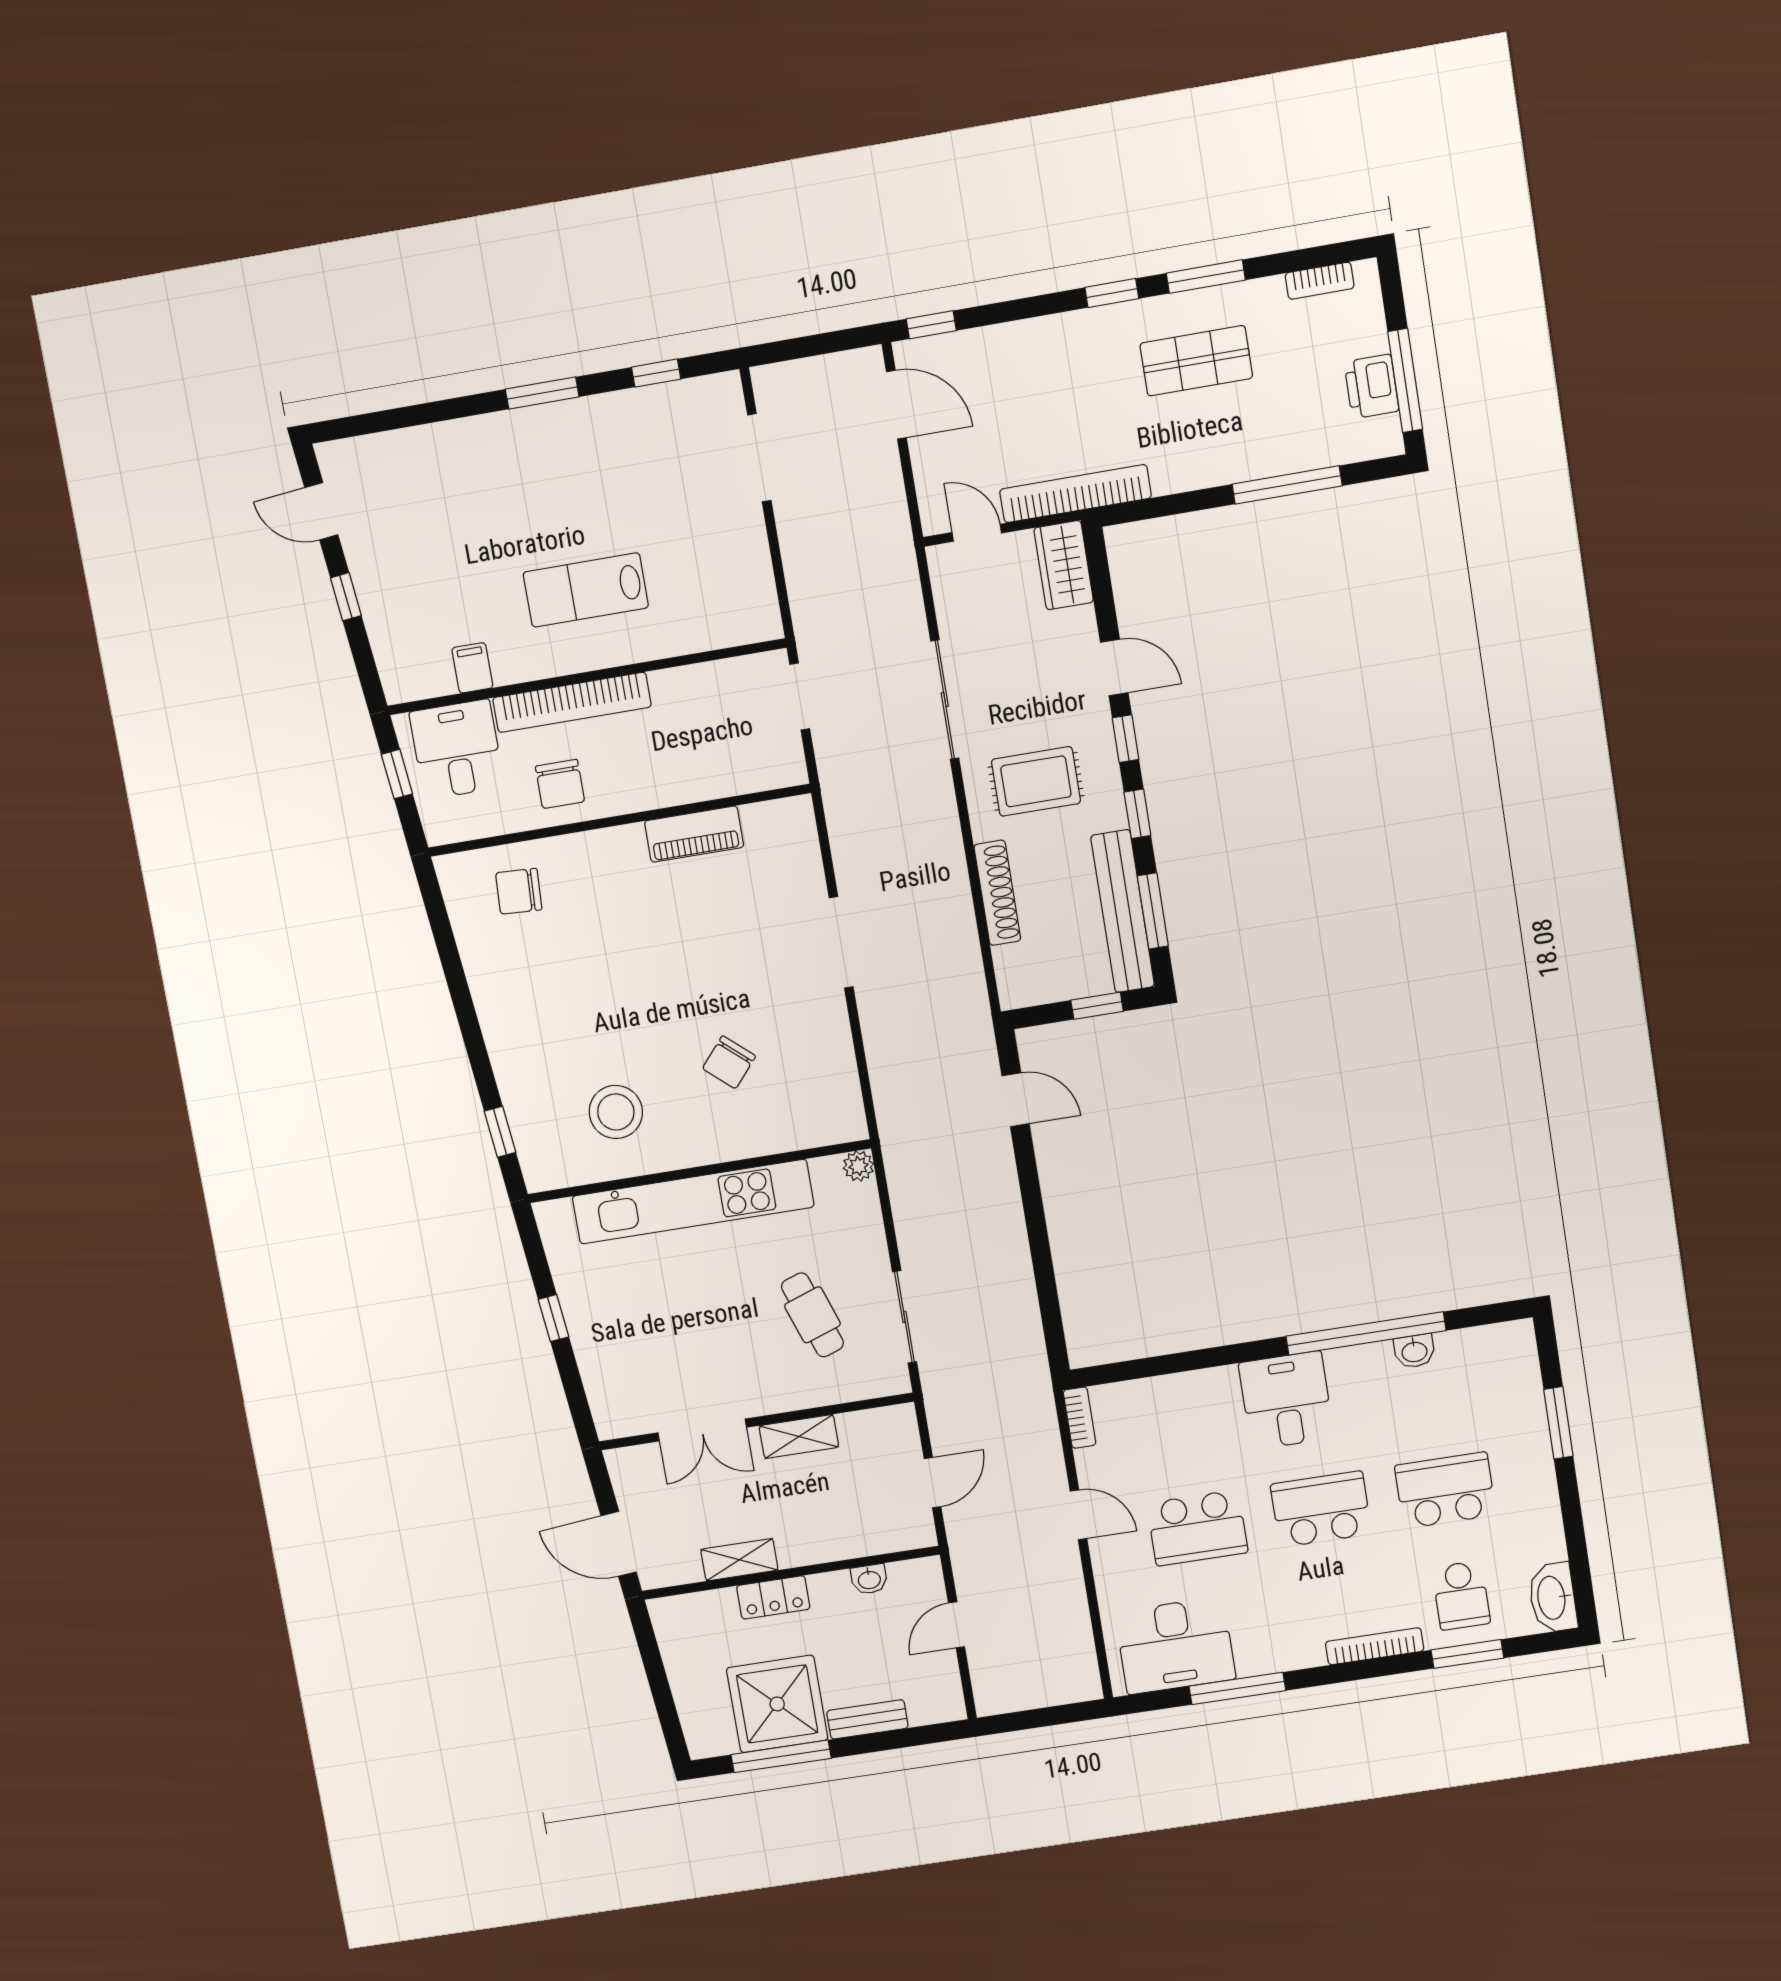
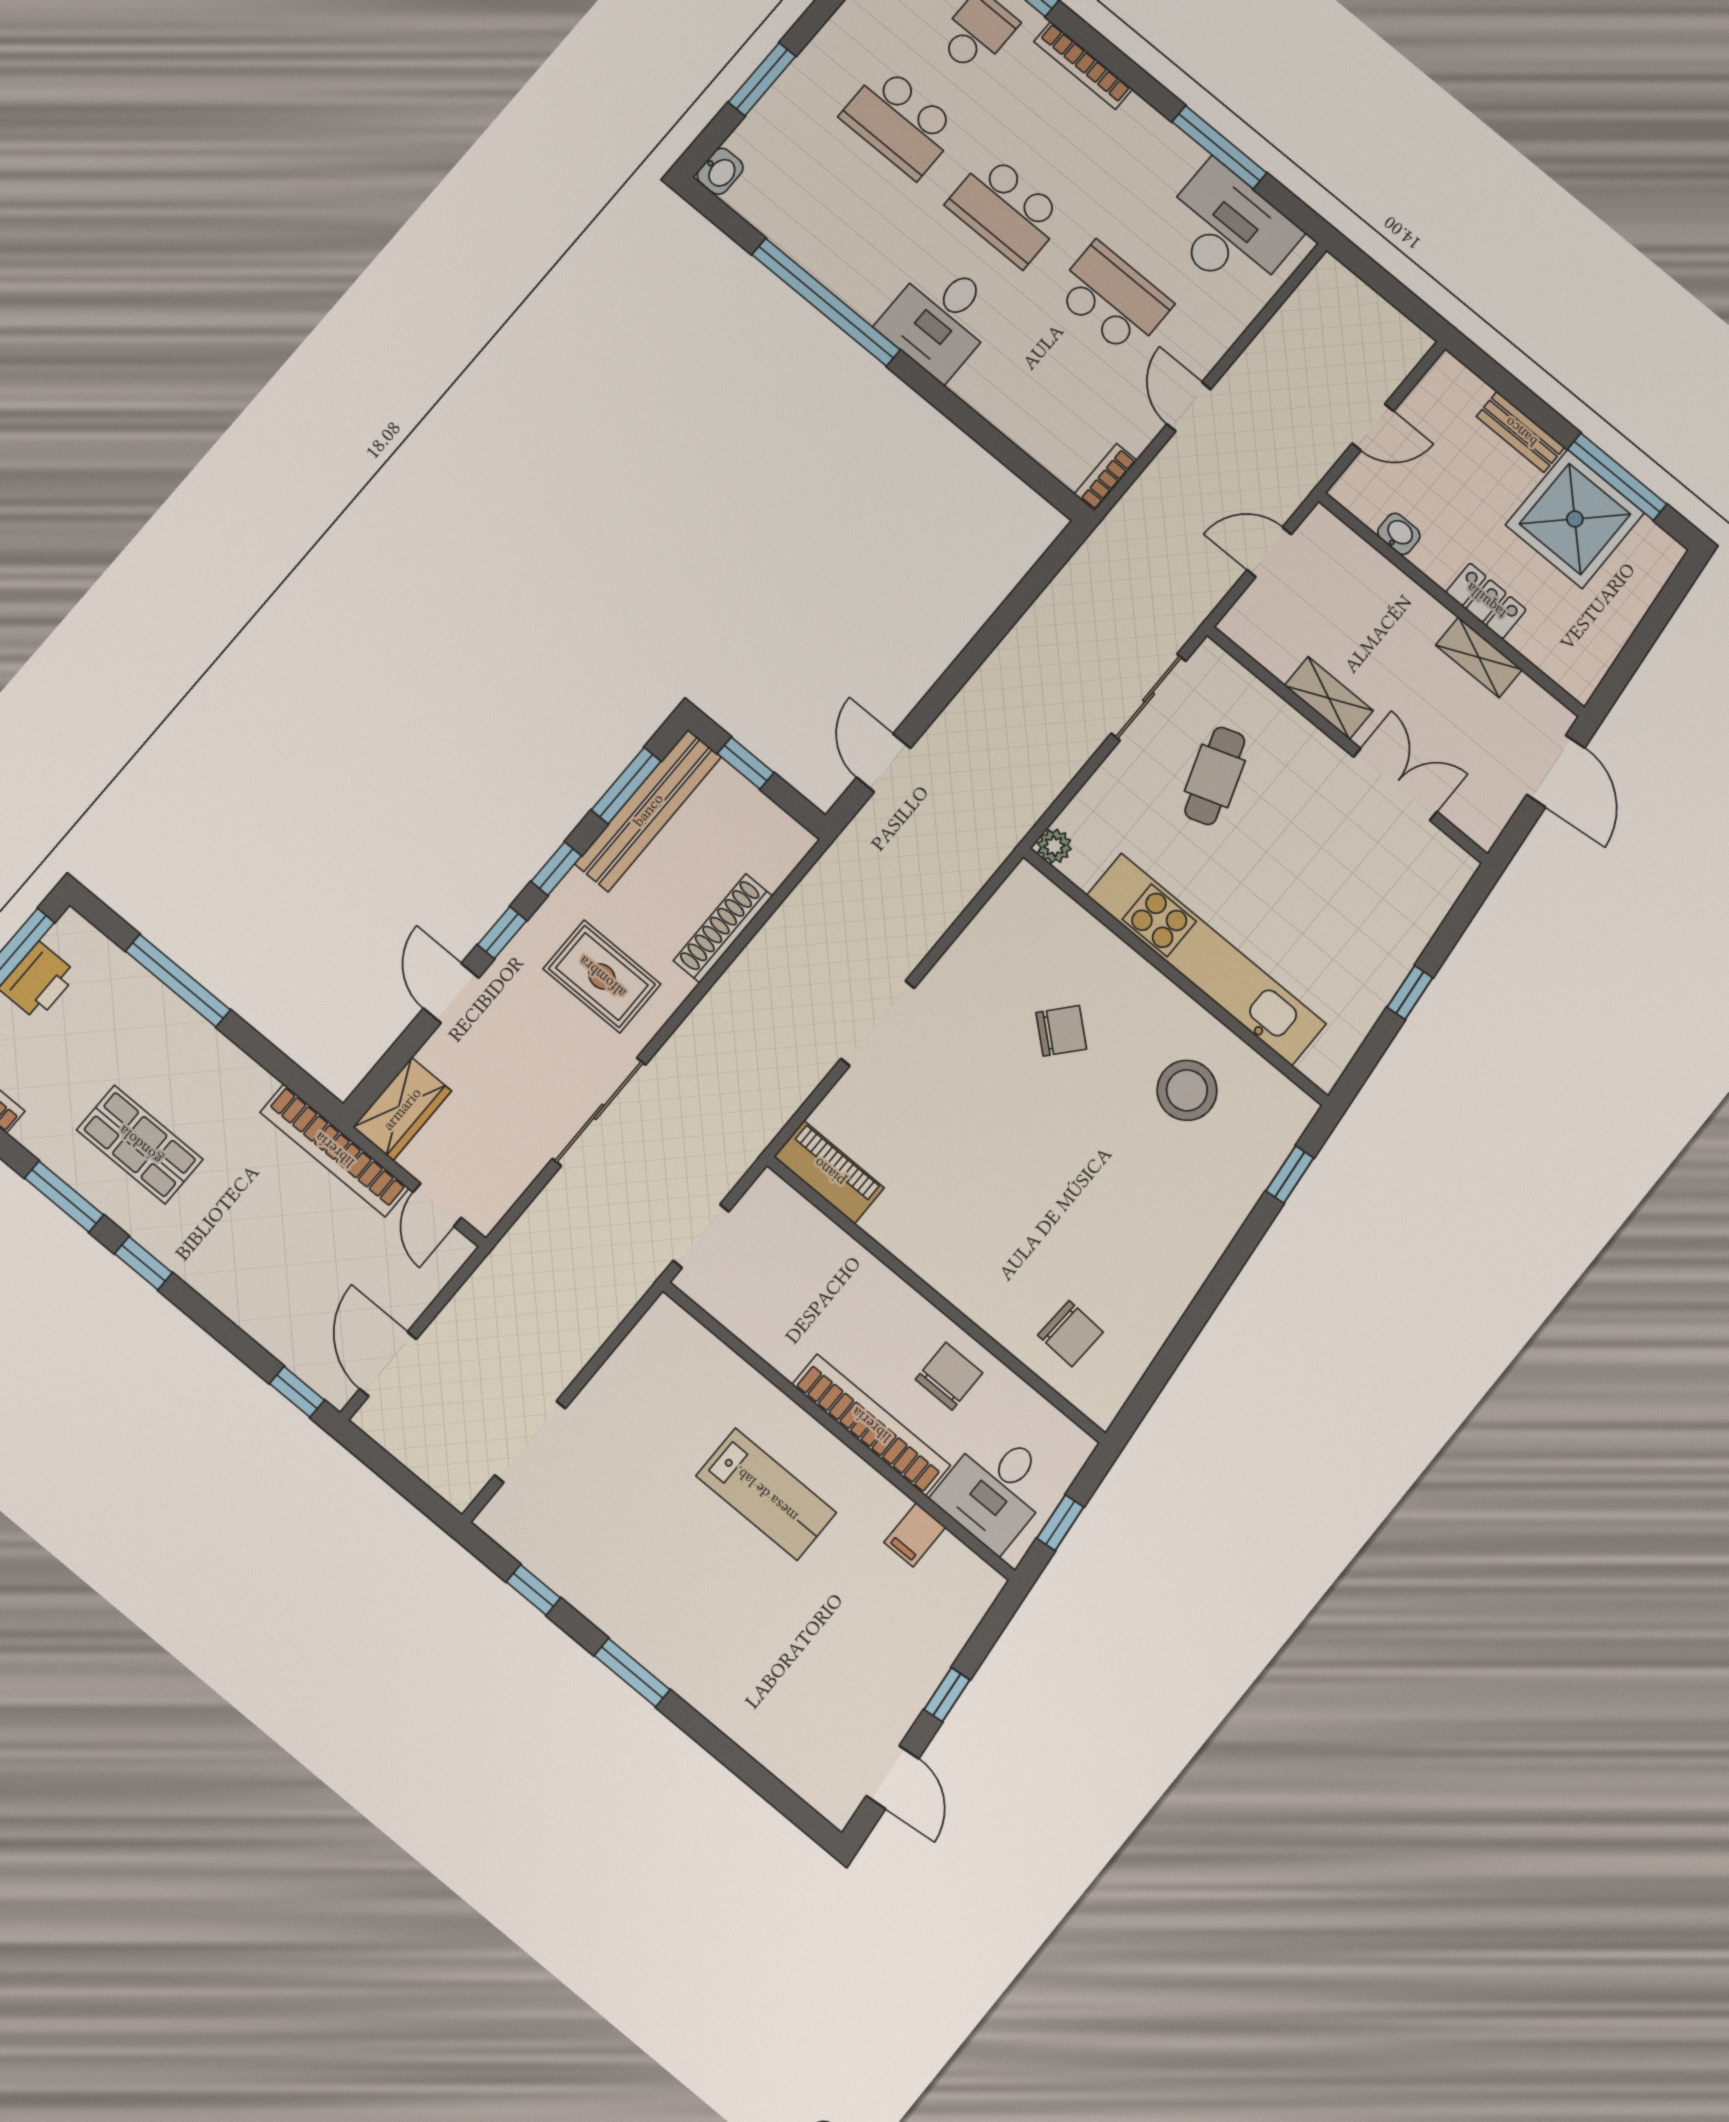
piano: (694, 834) -> (829, 1172), moved
washbasin: (1414, 1351) -> (720, 171), moved, turned 90

